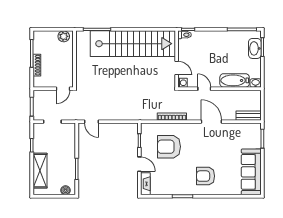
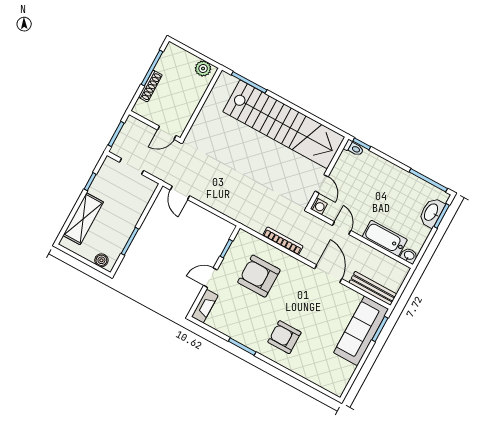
bench: (249, 116) -> (373, 288), width x1.36
door: (139, 164) -> (210, 278), swing flipped
sofa: (251, 172) -> (361, 331), moved

